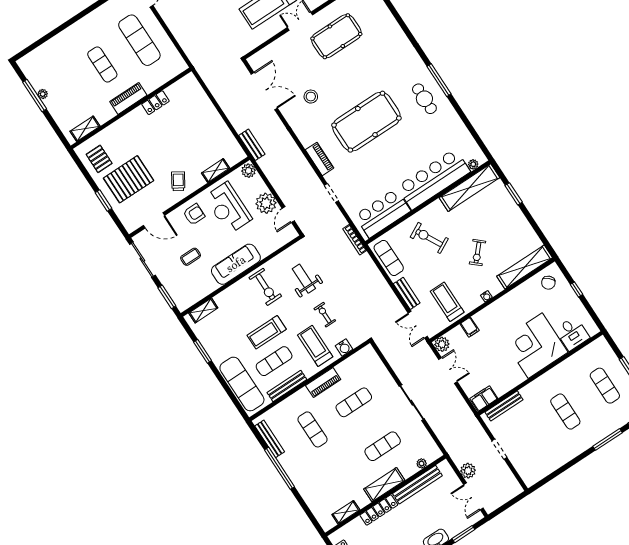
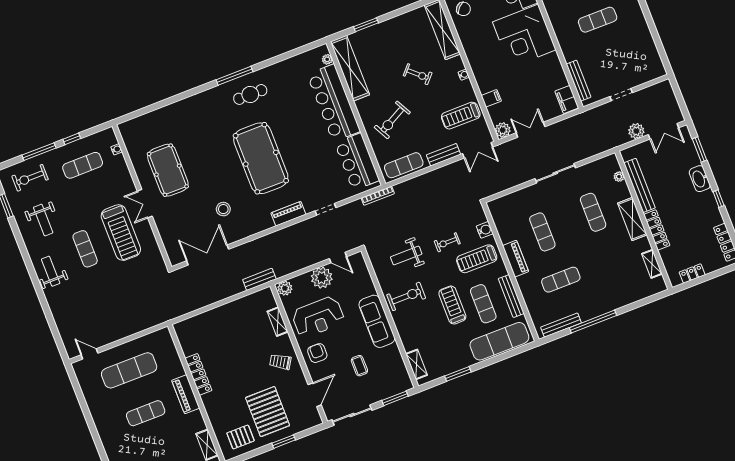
locker: (155, 103) -> (198, 374), width x1.53
treadmill: (267, 332) -> (452, 305), turned 180

